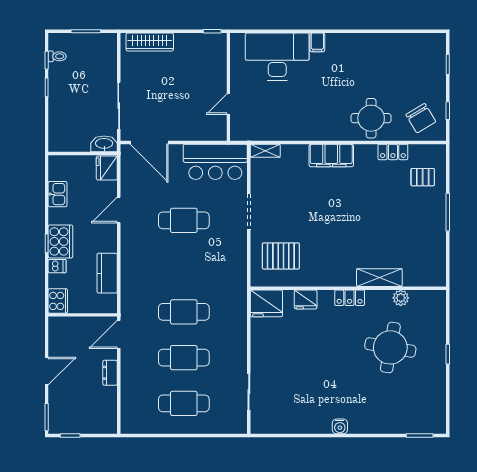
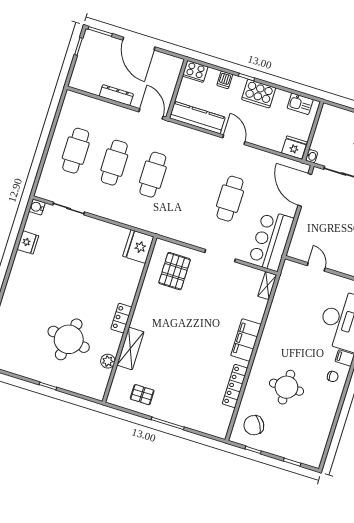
chair: (341, 49) -> (333, 376), added
round table: (371, 118) -> (286, 387), moved
door: (149, 143) -> (305, 190), hinge flipped
washbasin: (104, 144) -> (312, 156), width x0.52, depth x0.69
locker: (393, 152) -> (235, 386), width x1.53
pallet: (423, 177) -> (142, 395), moved, turned 90
kitchen sink: (58, 194) -> (300, 104), moved
door: (119, 210) -> (234, 140), moved
cooker: (60, 241) -> (259, 94), moved
kitchen counter: (107, 273) -> (197, 118), width x1.50
fridge: (306, 299) -> (28, 242), moved, turned 180
door: (47, 371) -> (139, 44), width x1.36
dresser: (110, 373) -> (116, 95), width x1.44
water cooler: (340, 426) -> (37, 207), moved

